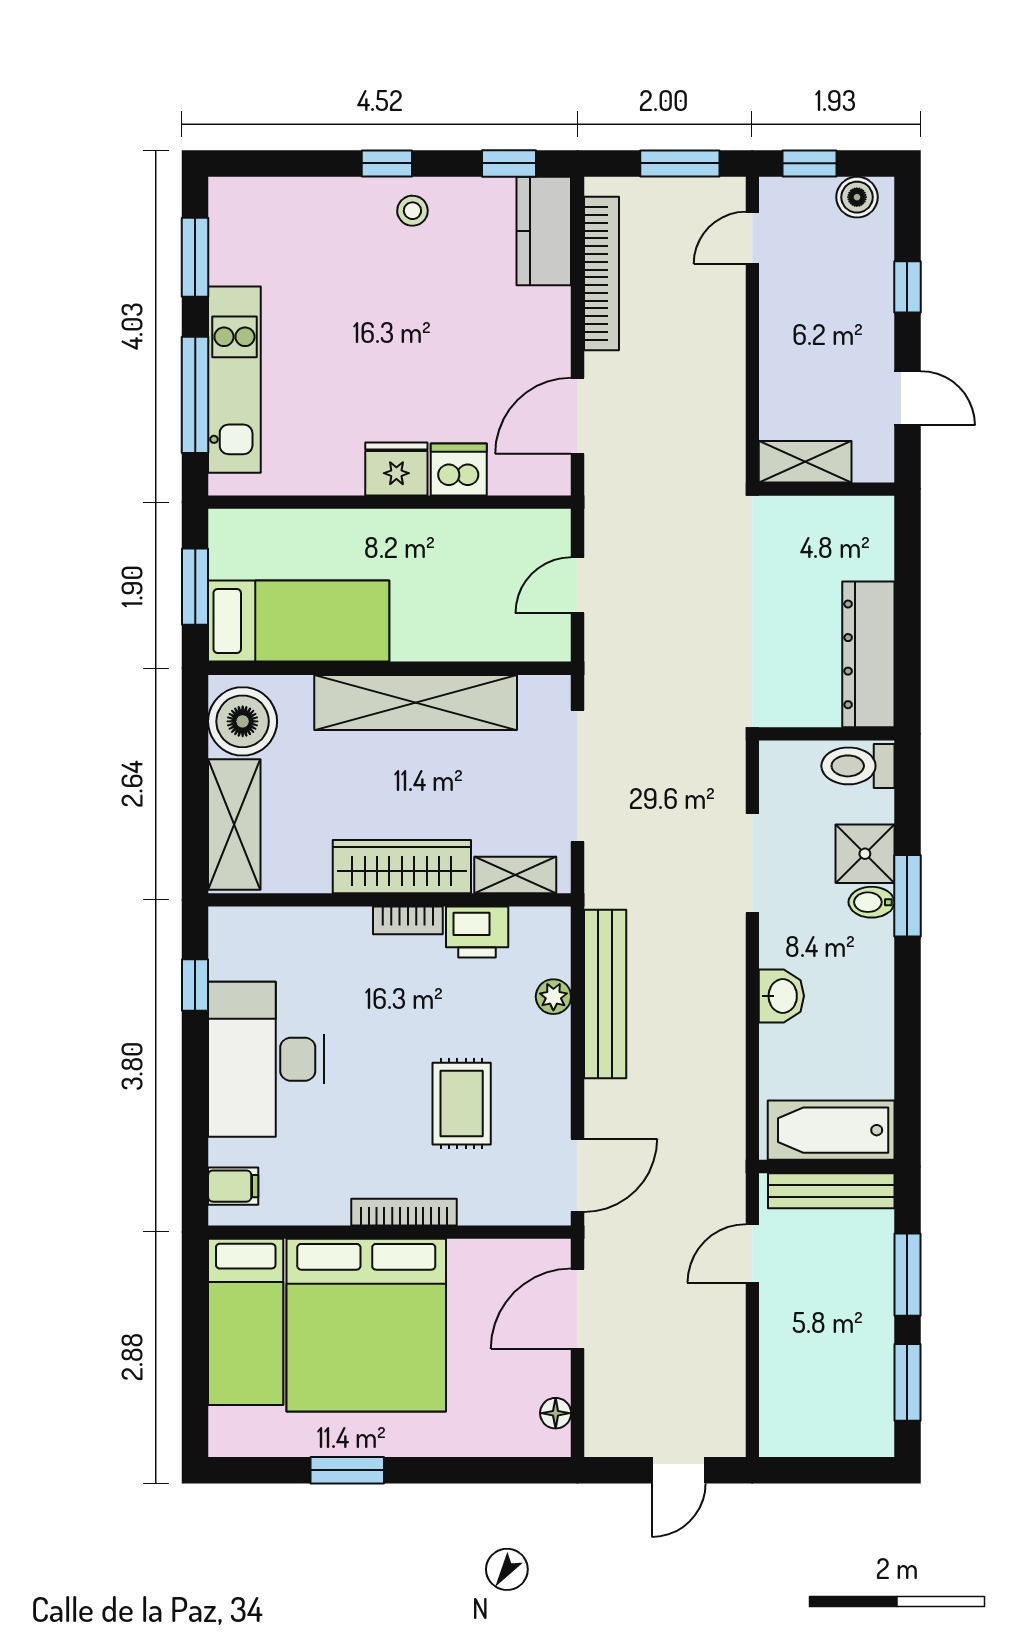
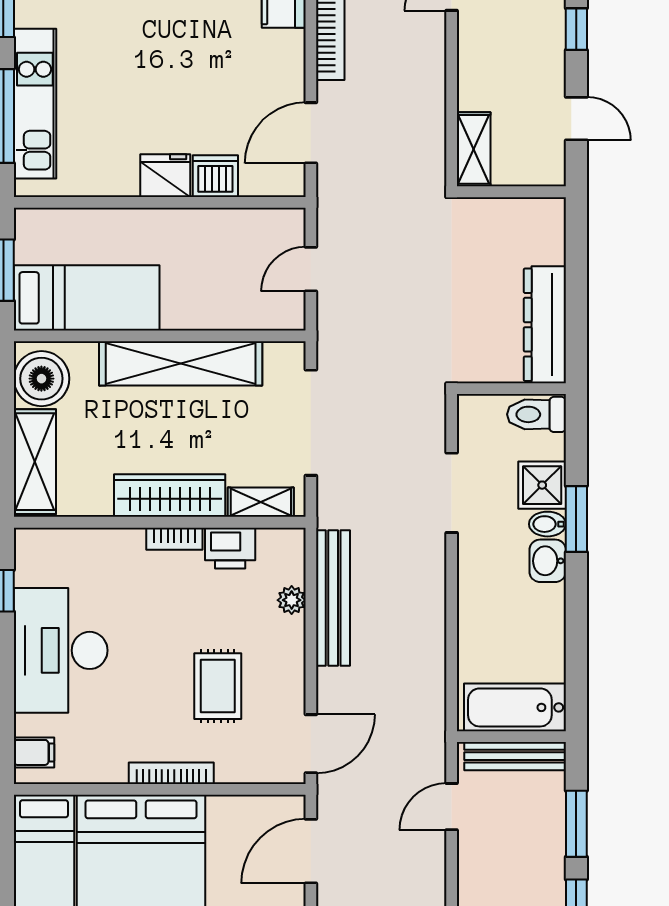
shelving: (805, 462) -> (474, 149), moved, turned 90
washbasin: (781, 996) -> (548, 561), moved, turned 180

